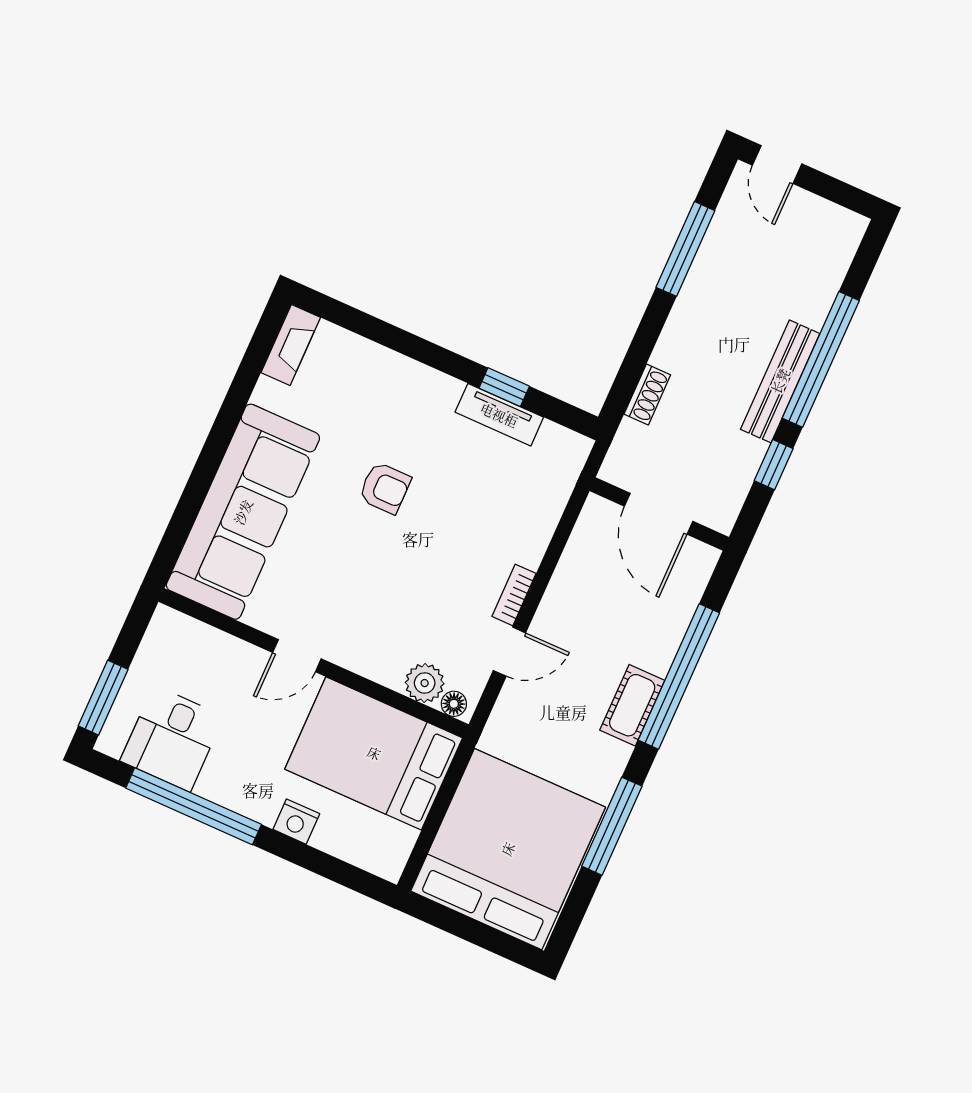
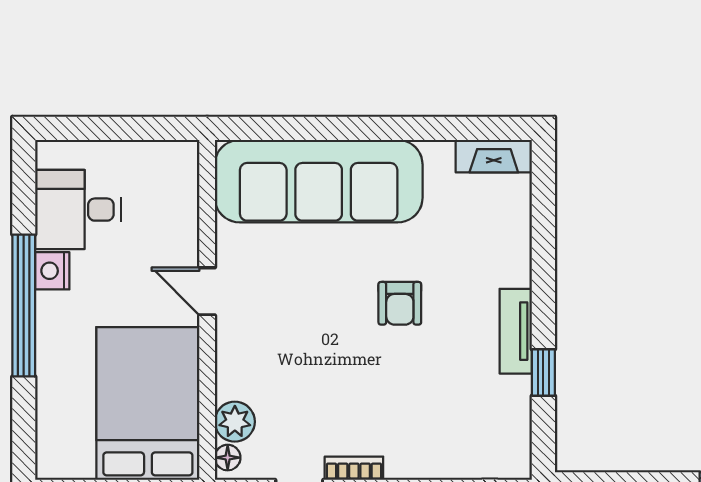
tv unit: (499, 415) -> (516, 331), moved
window: (103, 698) -> (87, 128), removed
window: (194, 806) -> (24, 305), moved
nightstand: (296, 822) -> (52, 271), moved

